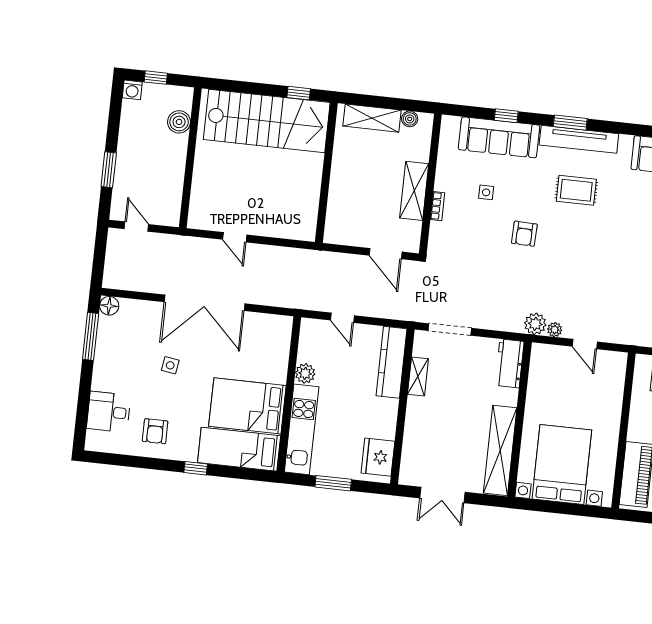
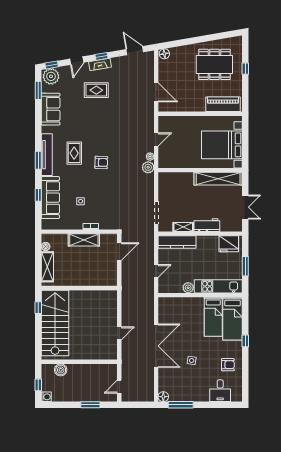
armchair: (524, 234) -> (101, 162), moved
workbench: (510, 363) -> (207, 225), moved, turned 180
bed: (247, 406) -> (213, 317), width x0.67

